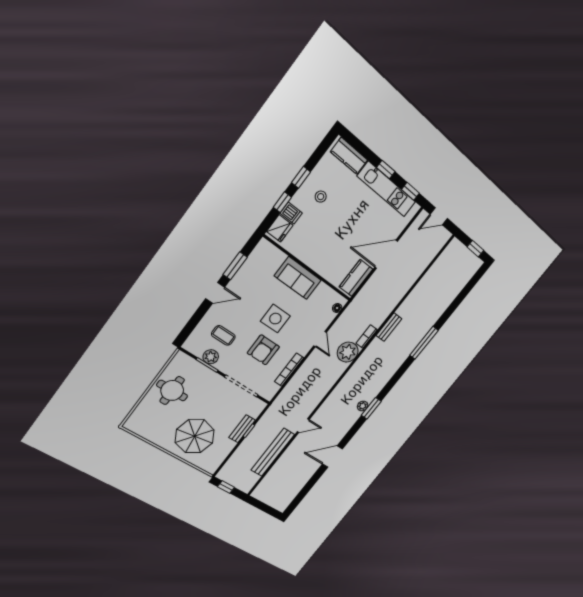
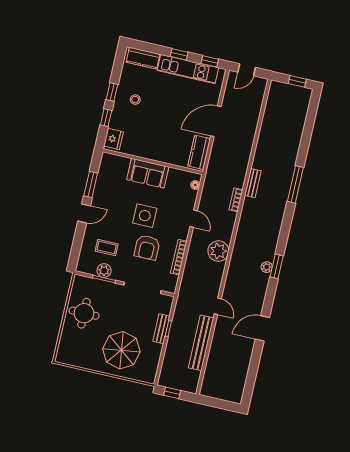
dishwasher: (291, 213) -> (117, 123), removed
plant: (348, 352) -> (218, 251), moved
door: (303, 426) -> (218, 306), hinge flipped

